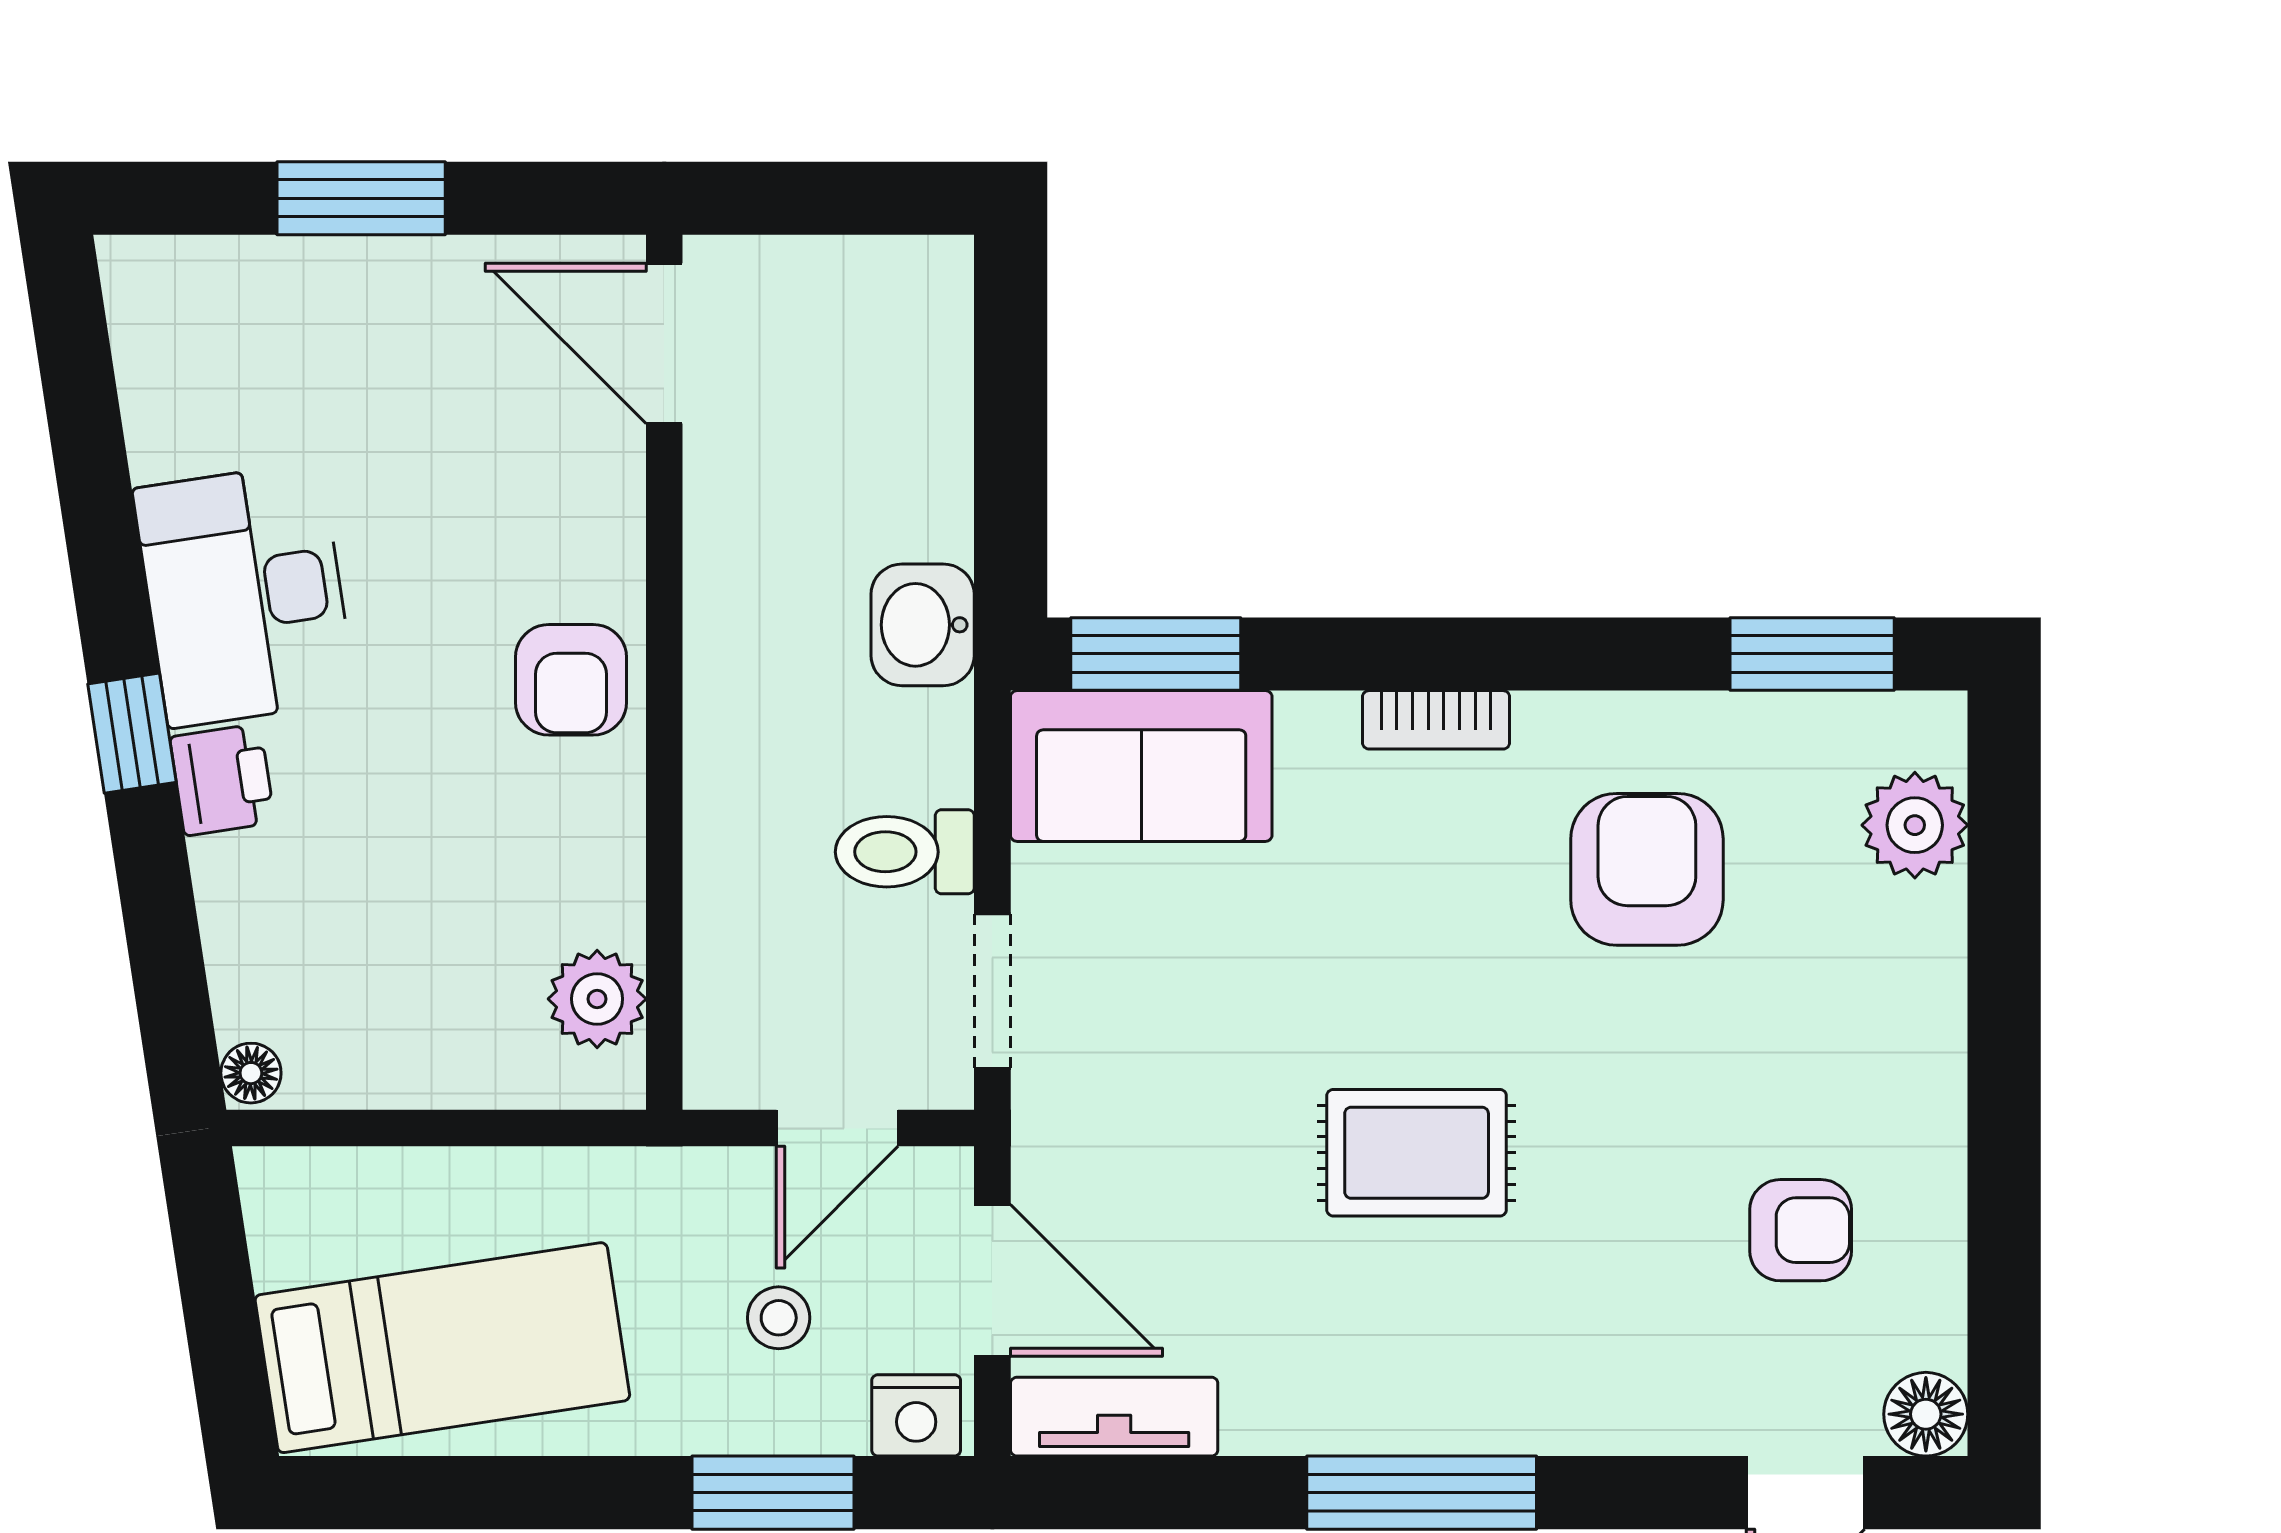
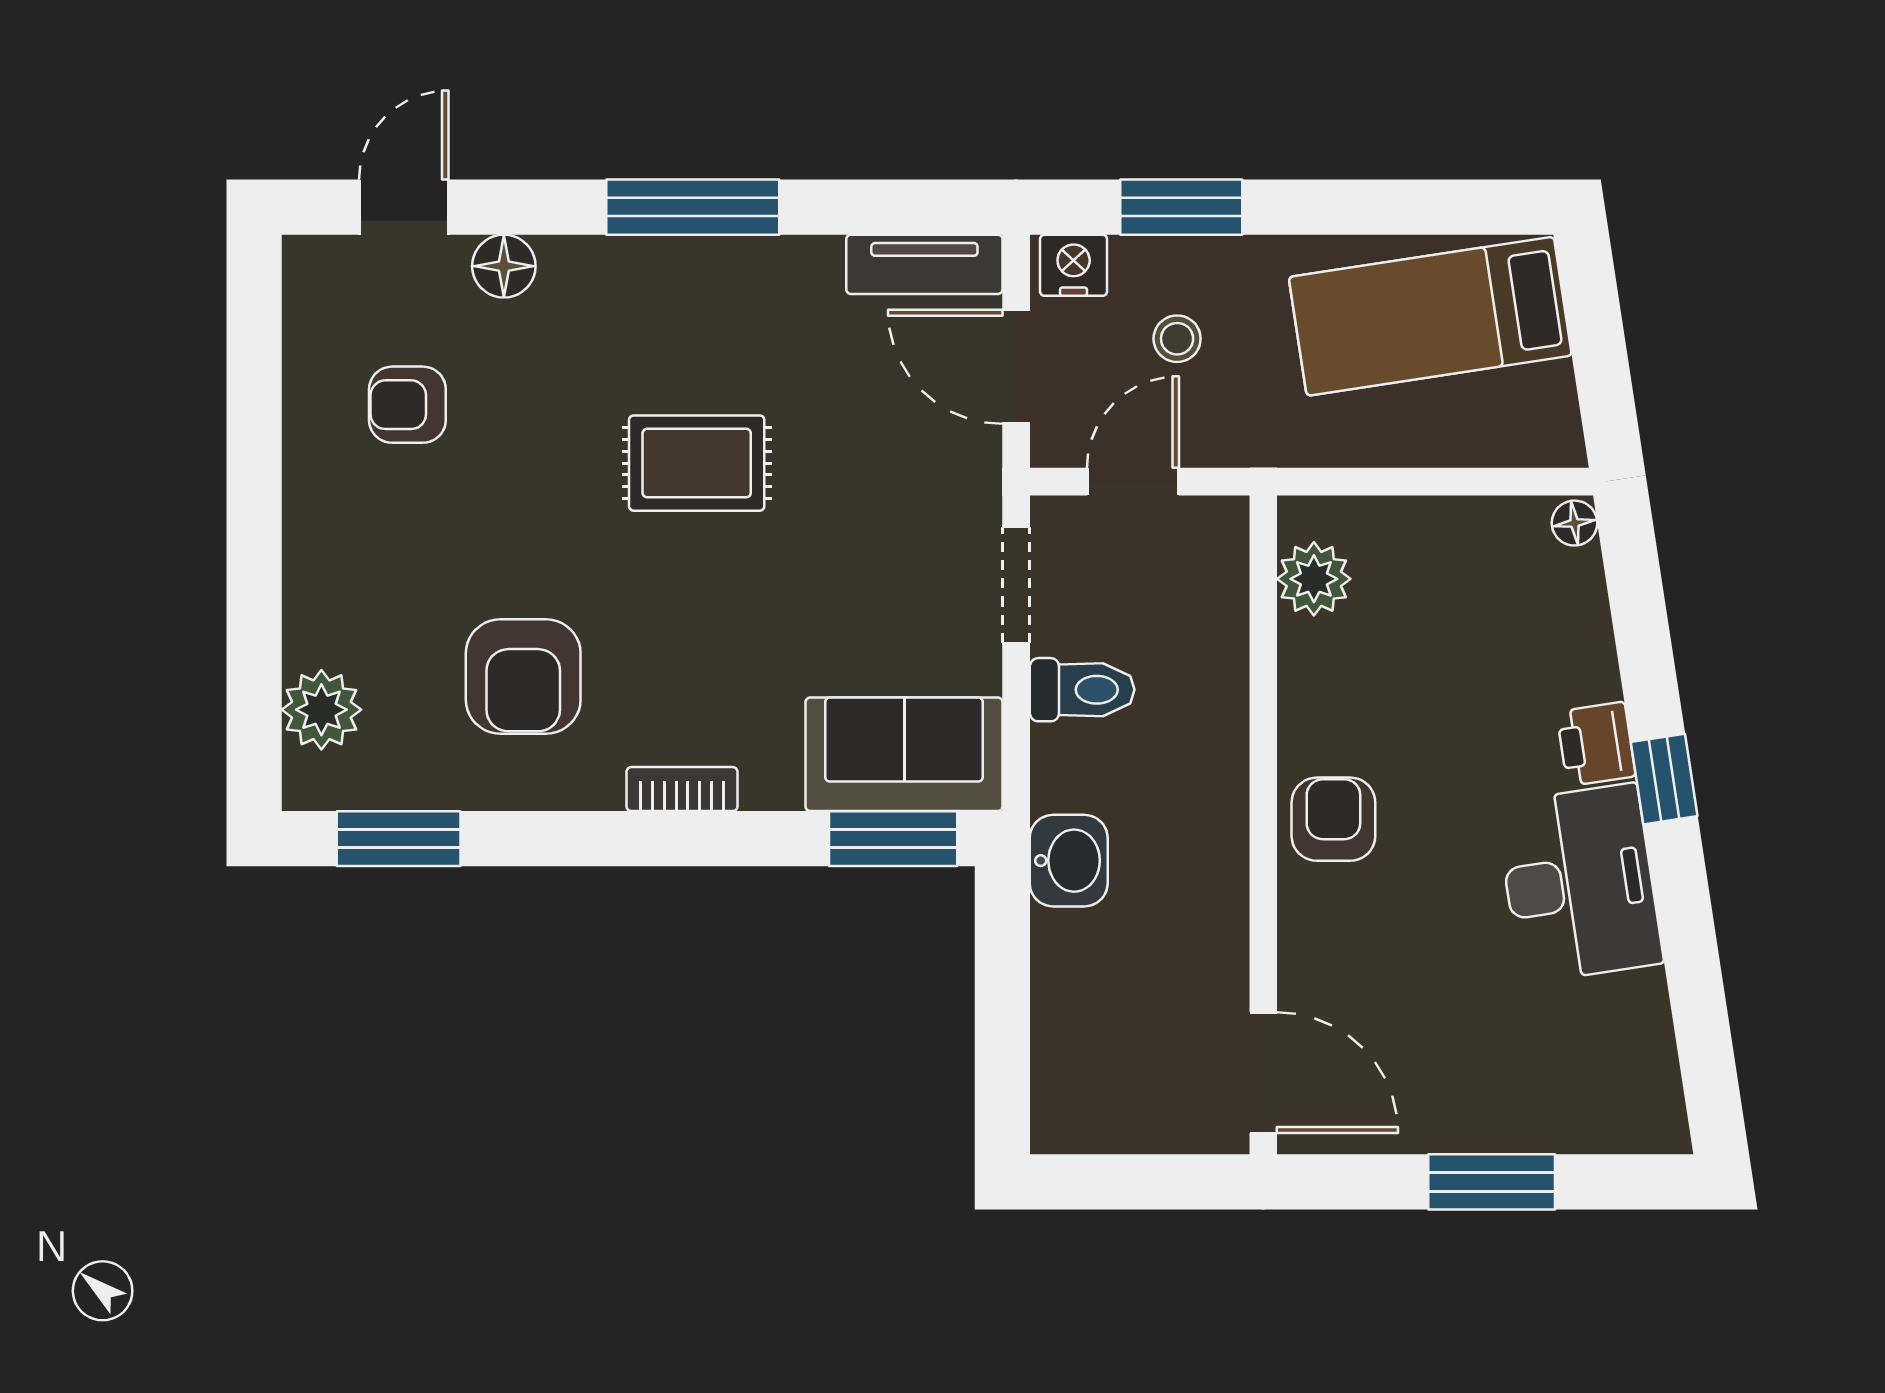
floor lamp: (1926, 1414) -> (504, 266), moved

